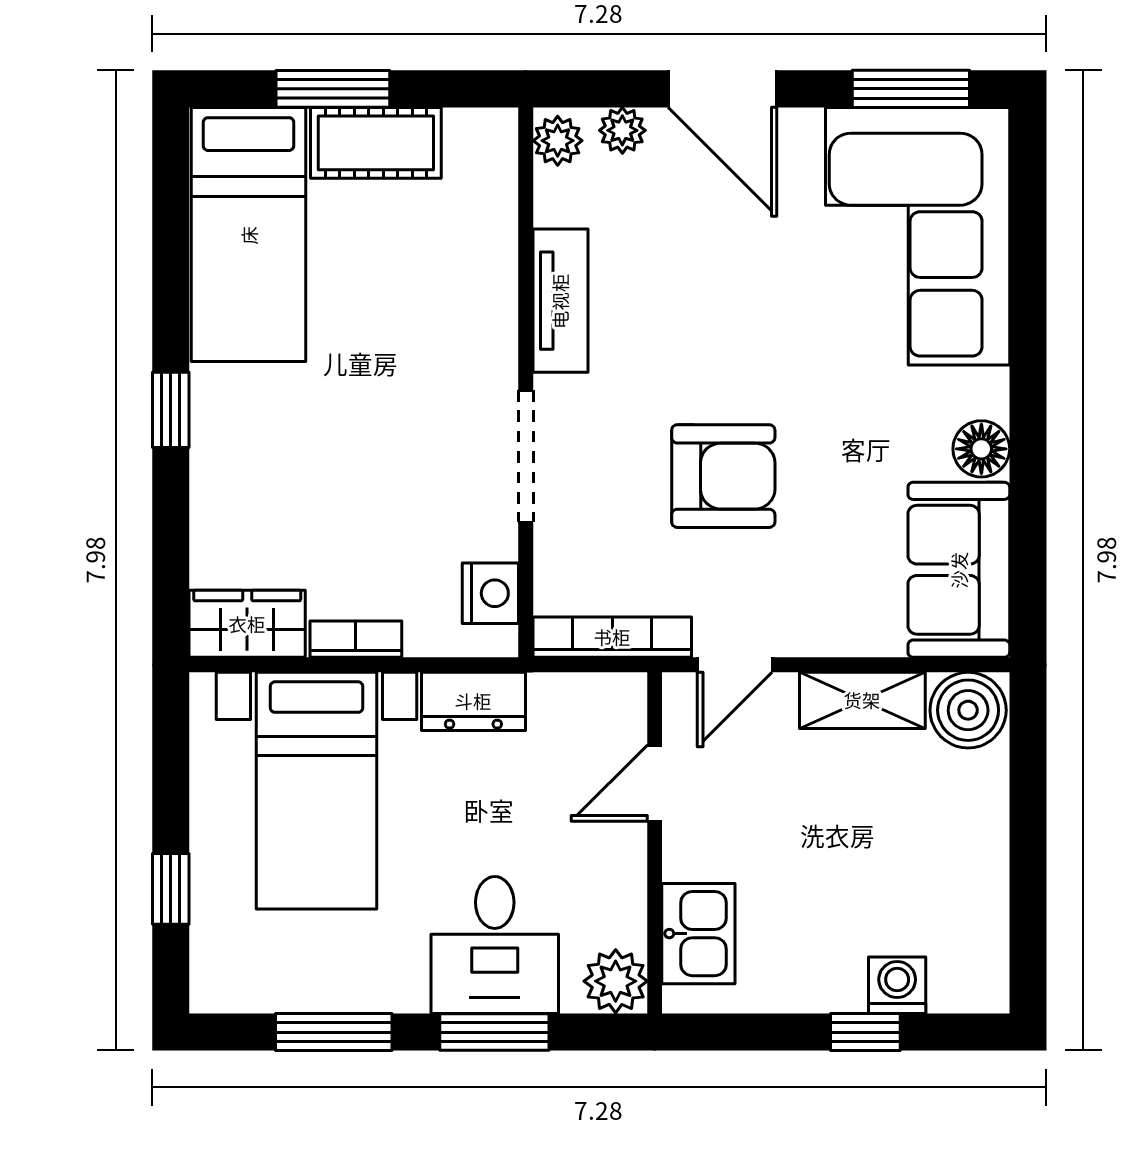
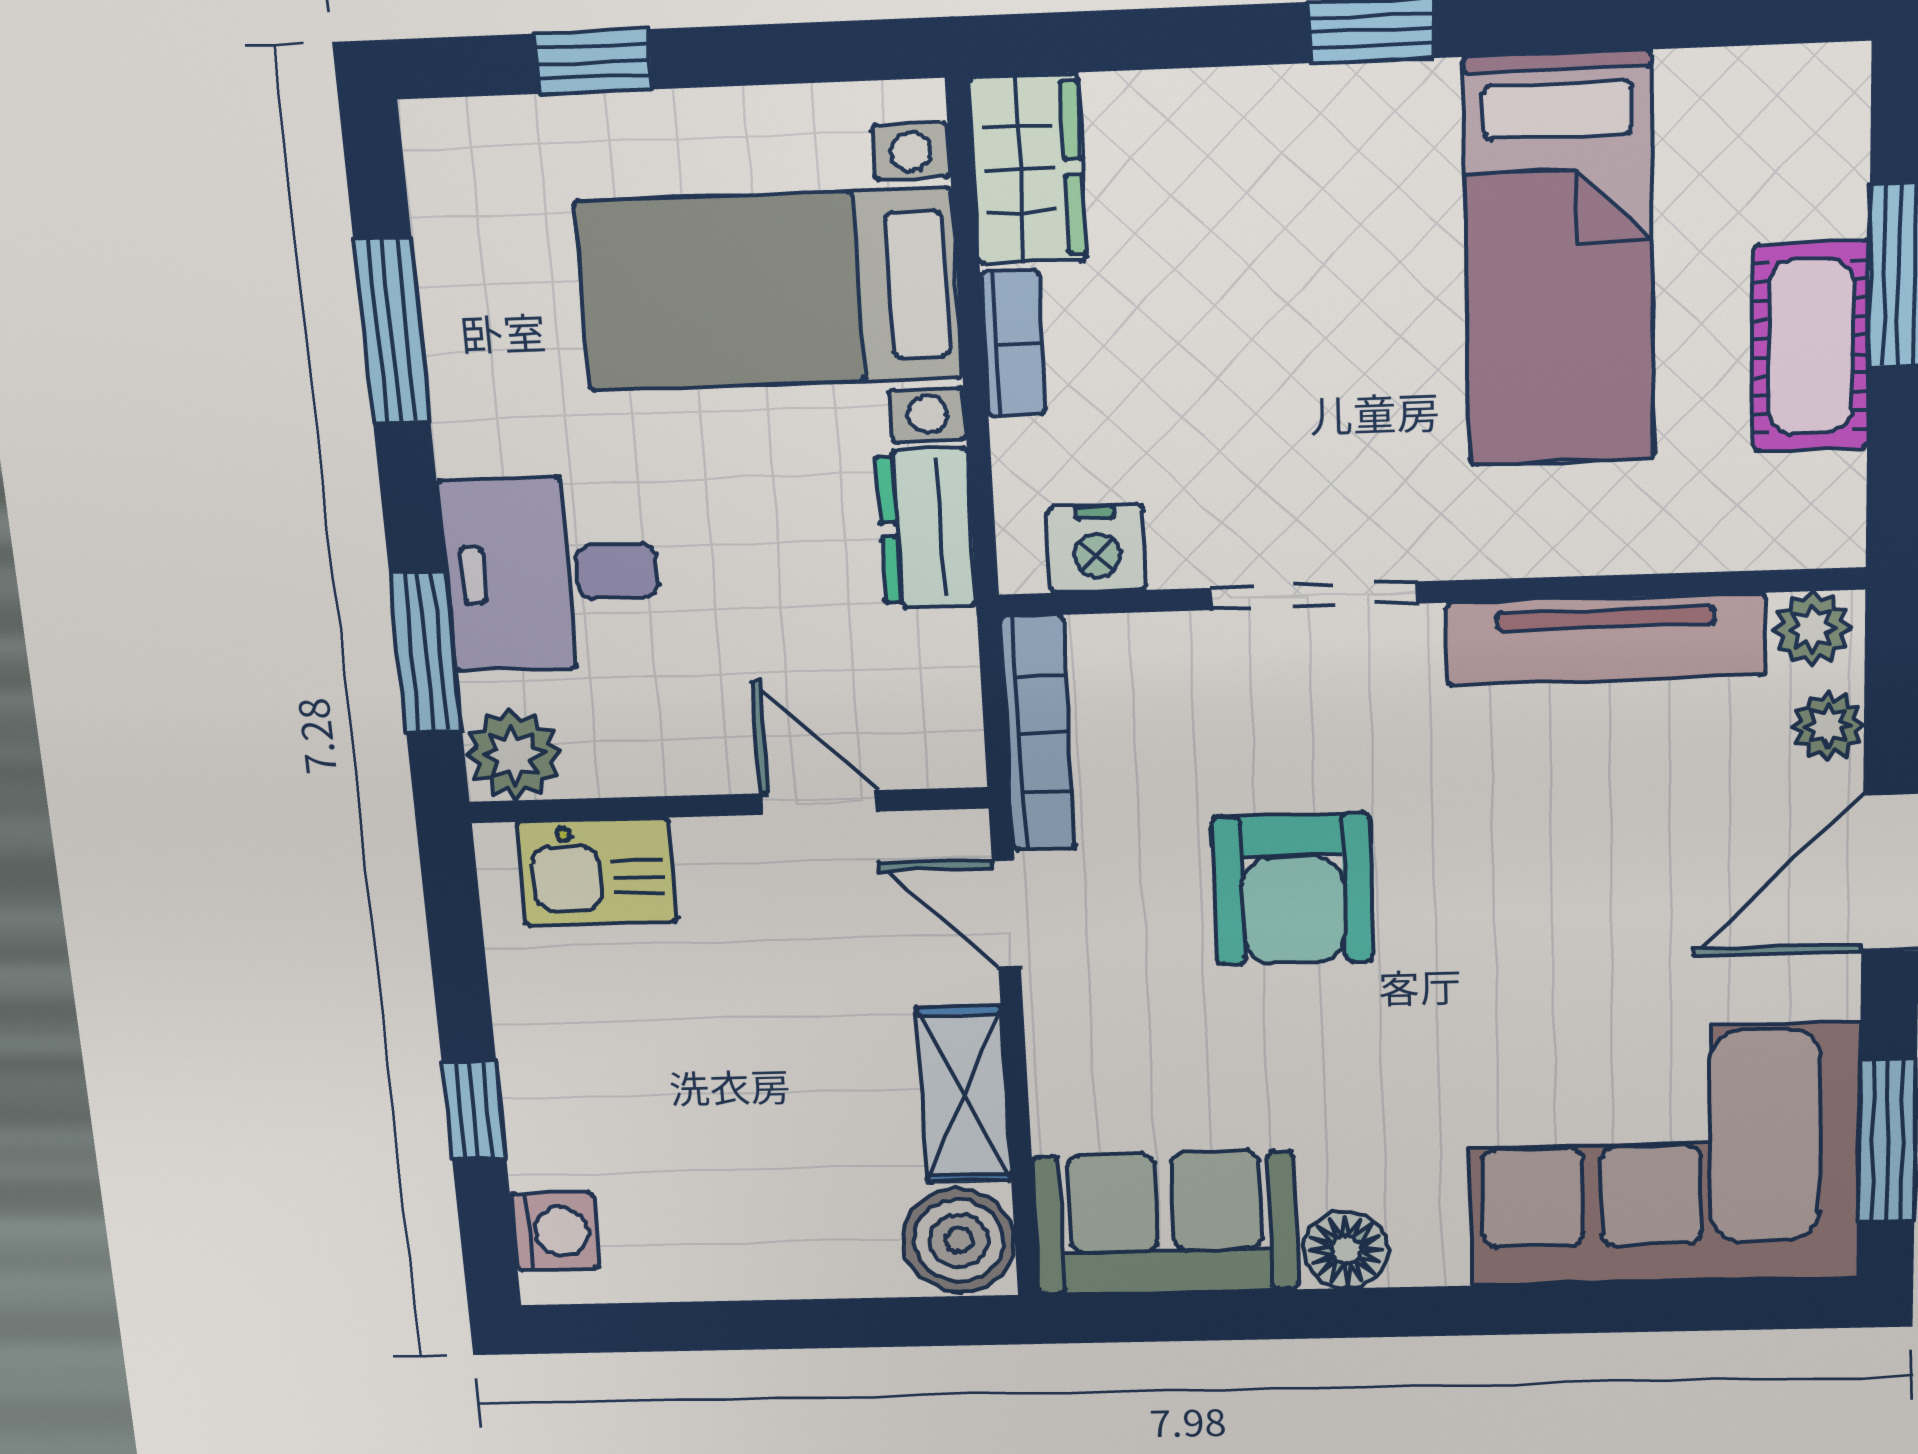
bed: (249, 235) -> (1559, 261), moved, turned -90
tv unit: (560, 301) -> (1606, 639), width x1.41
washing machine: (897, 985) -> (555, 1231), moved
window: (494, 1032) -> (426, 652), moved

